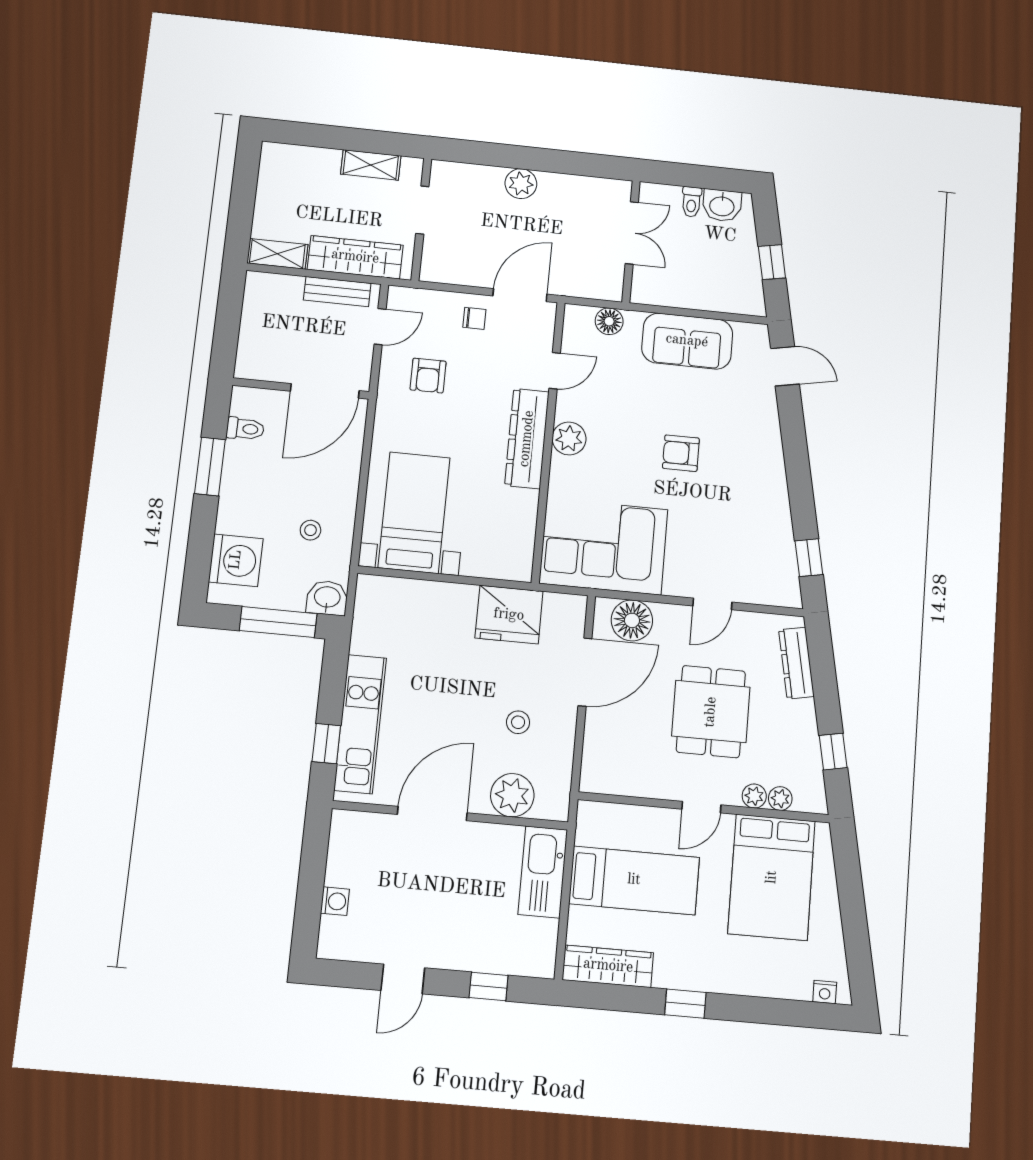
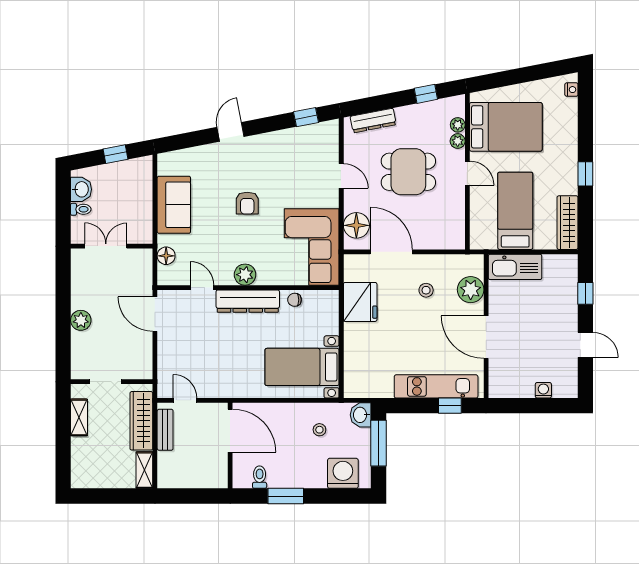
chair: (474, 318) -> (295, 300), moved, turned -90
door: (785, 366) -> (230, 132), moved
armchair: (428, 376) -> (214, 367), removed

